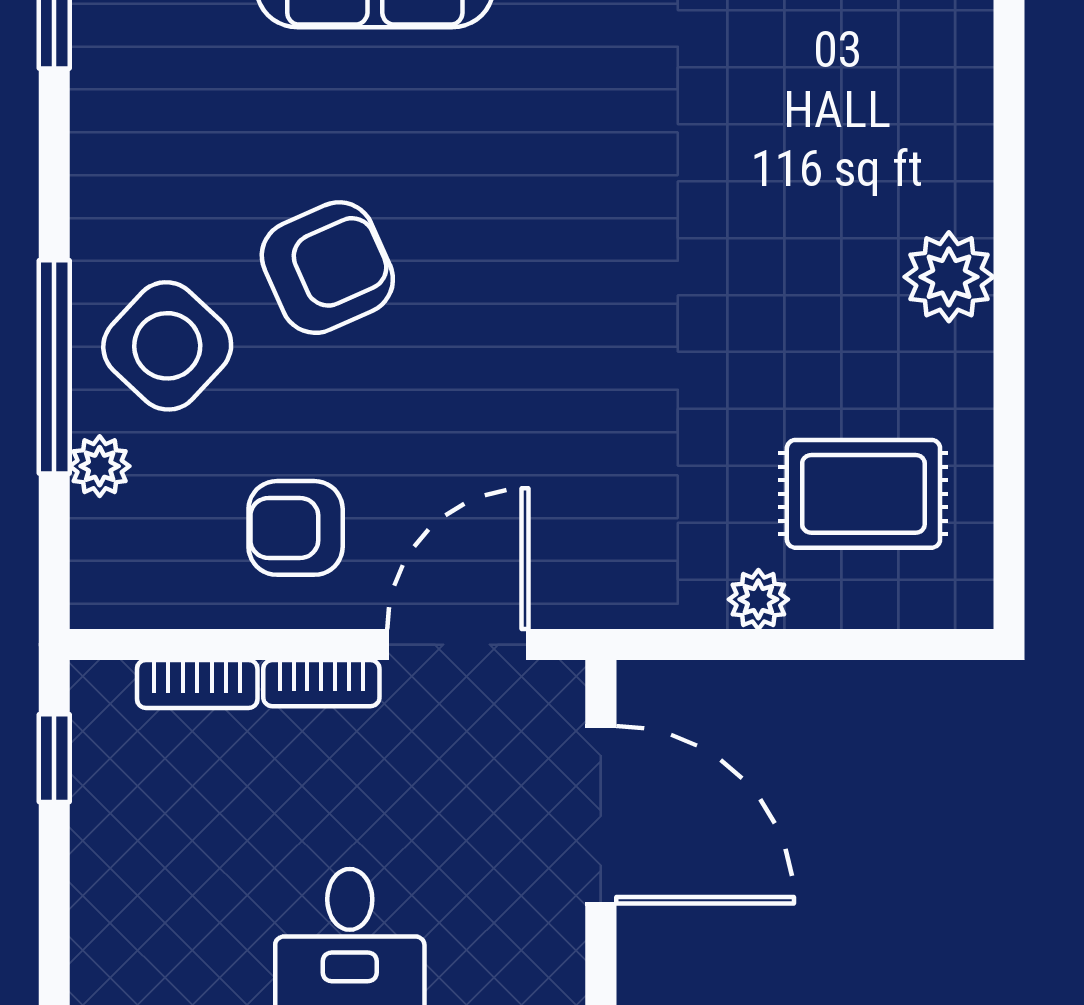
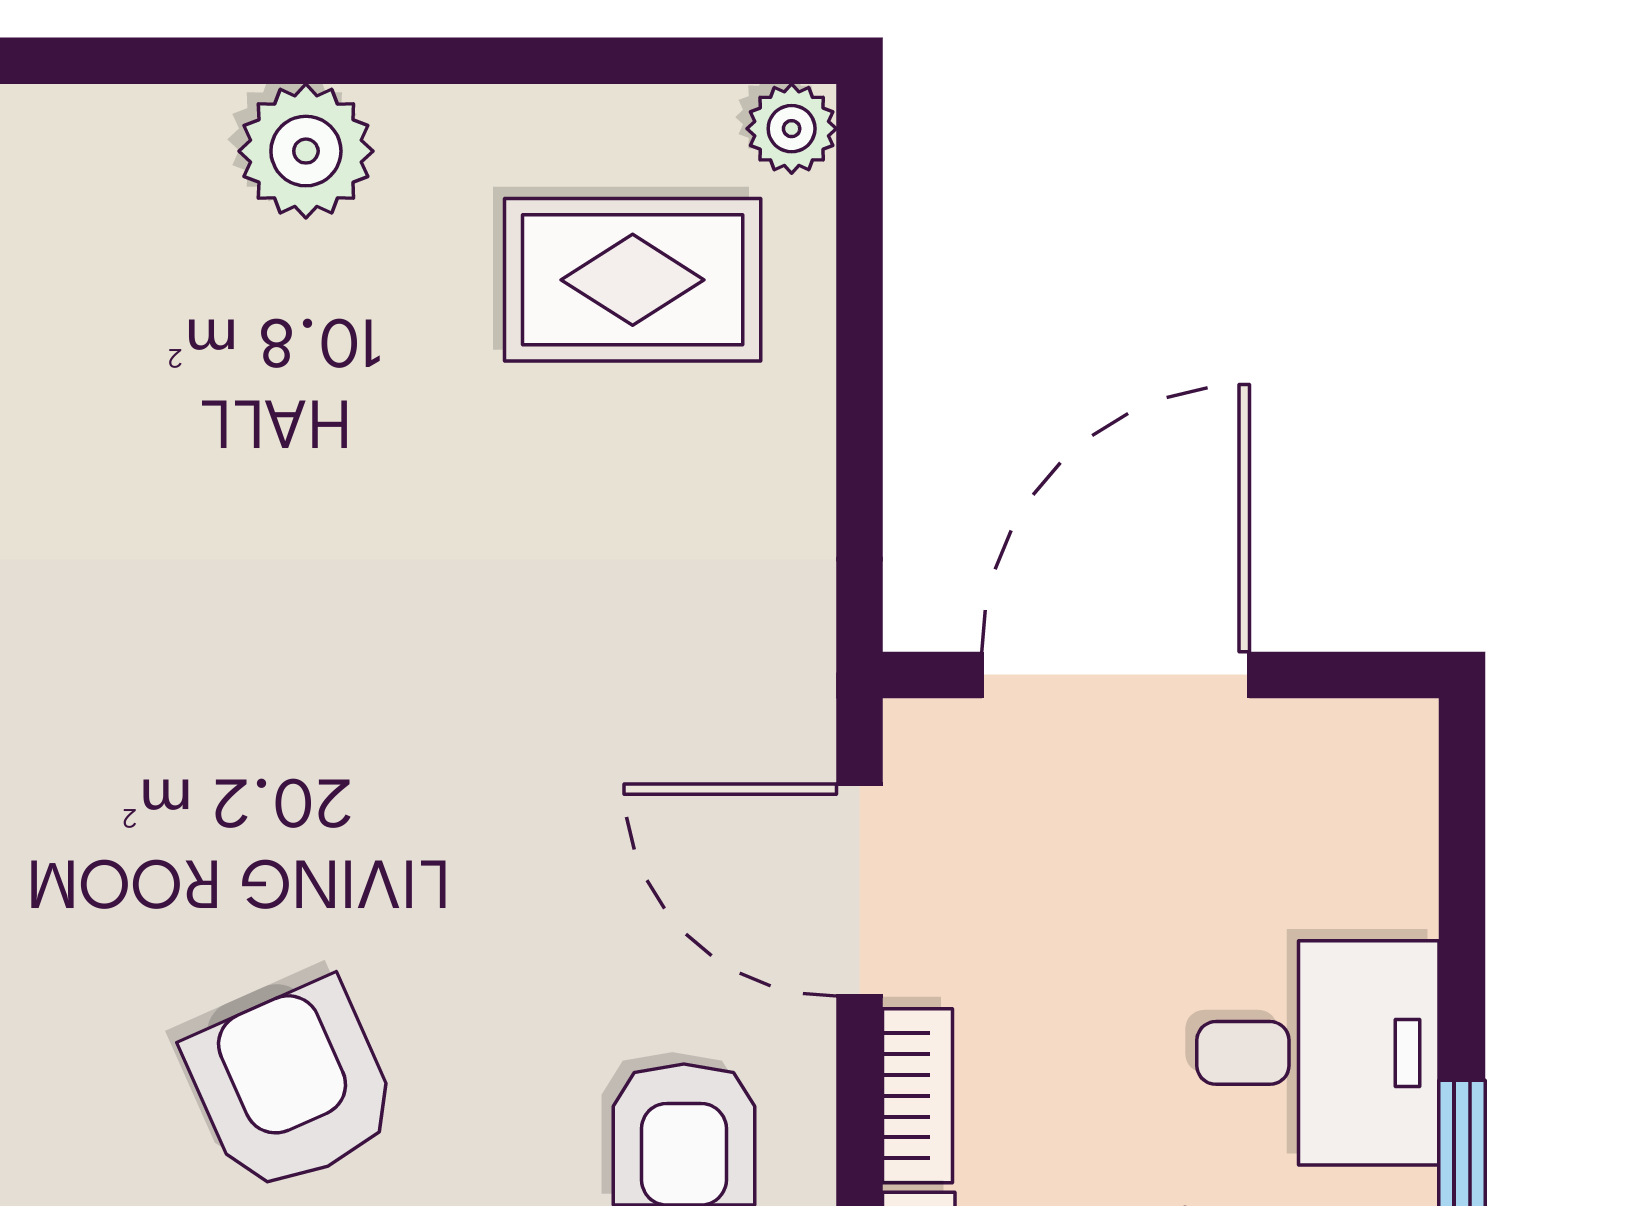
rug: (863, 494) -> (633, 280), turned 90
plant: (758, 599) -> (792, 129), moved

